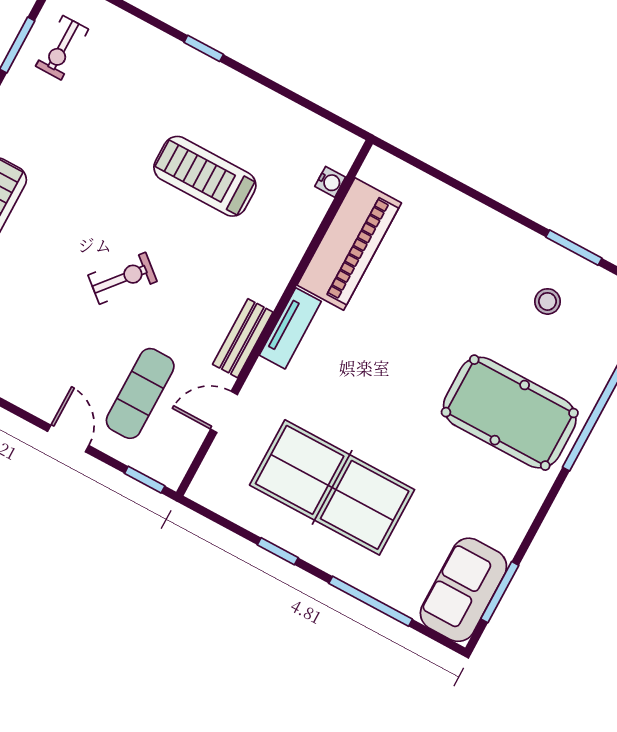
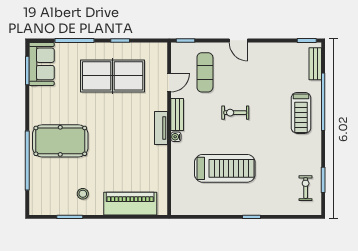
treadmill: (205, 176) -> (225, 168), width x1.37, depth x1.38
water cooler: (330, 182) -> (176, 137), moved
piano: (349, 244) -> (130, 204), moved, turned 90
exercise bike: (123, 278) -> (235, 113), turned 50
stool: (548, 301) -> (83, 194), moved
door: (68, 438) -> (238, 40), moved

